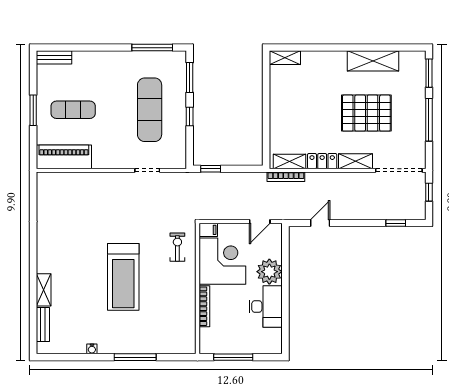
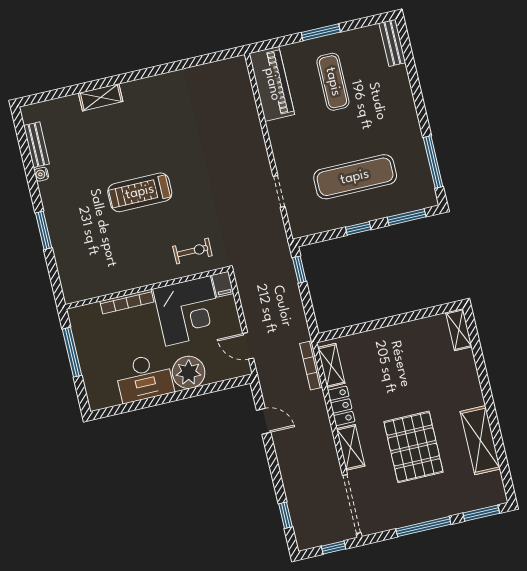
treadmill: (123, 277) -> (140, 192), width x0.73, depth x0.73
bench: (43, 324) -> (36, 145), moved, turned 90
window: (135, 357) -> (44, 230), width x0.69

